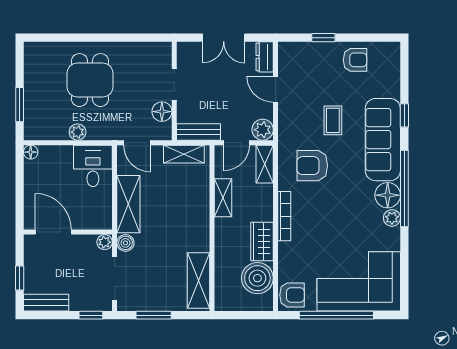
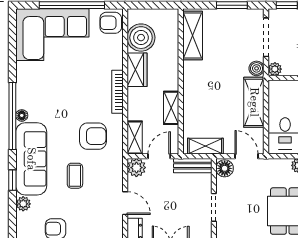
floor lamp: (162, 112) -> (225, 168), moved
floor lamp: (388, 195) -> (22, 115), width x0.53, depth x0.53
plant: (392, 218) -> (23, 204), moved

